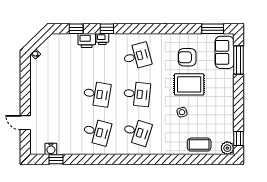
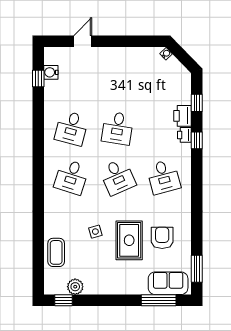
desk: (137, 94) -> (118, 177), turned -30
plant: (227, 148) -> (75, 287), moved

